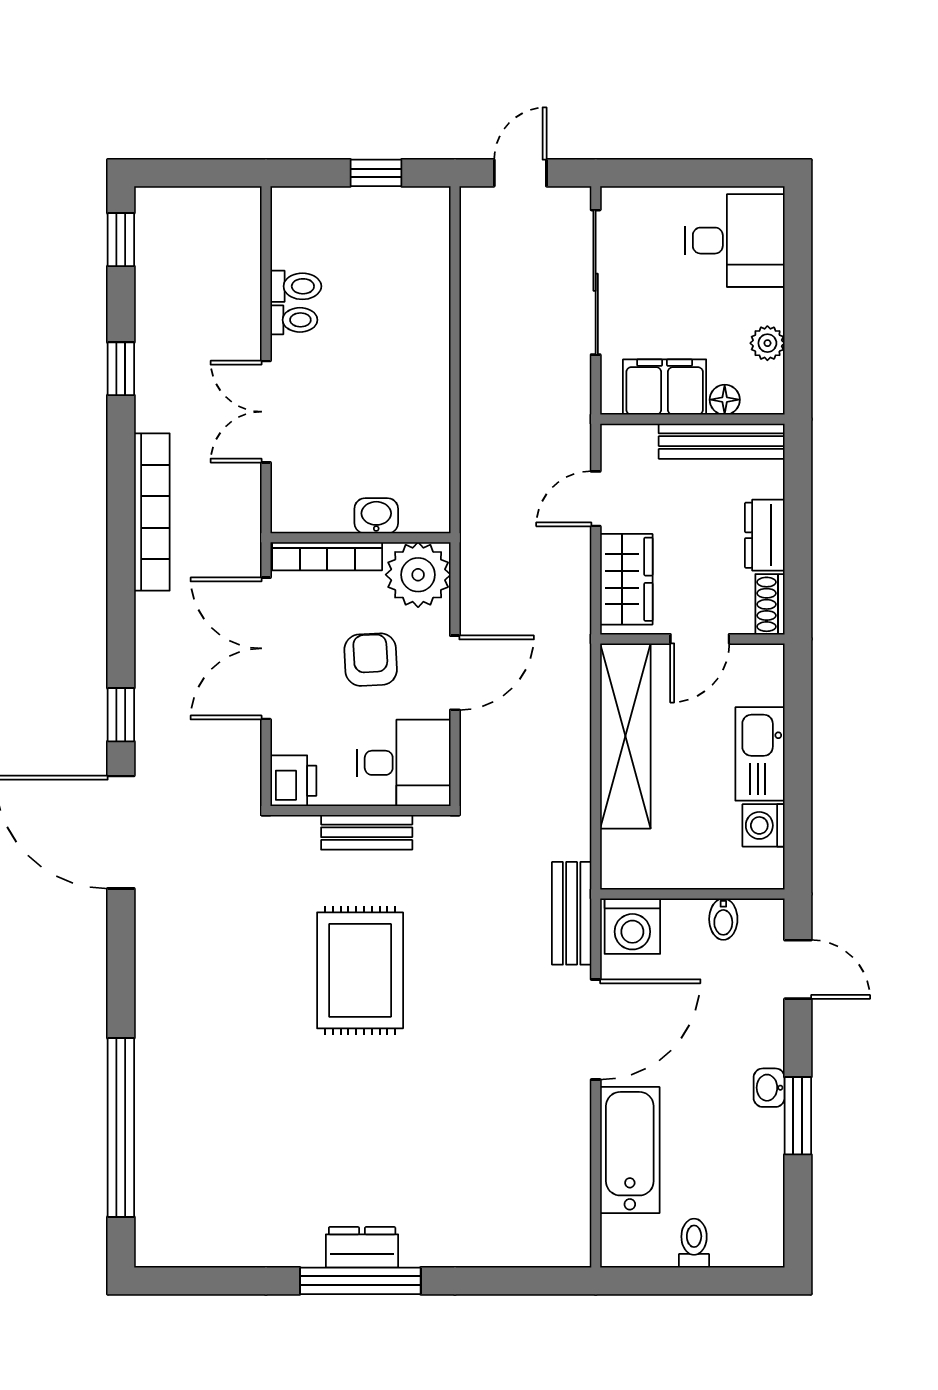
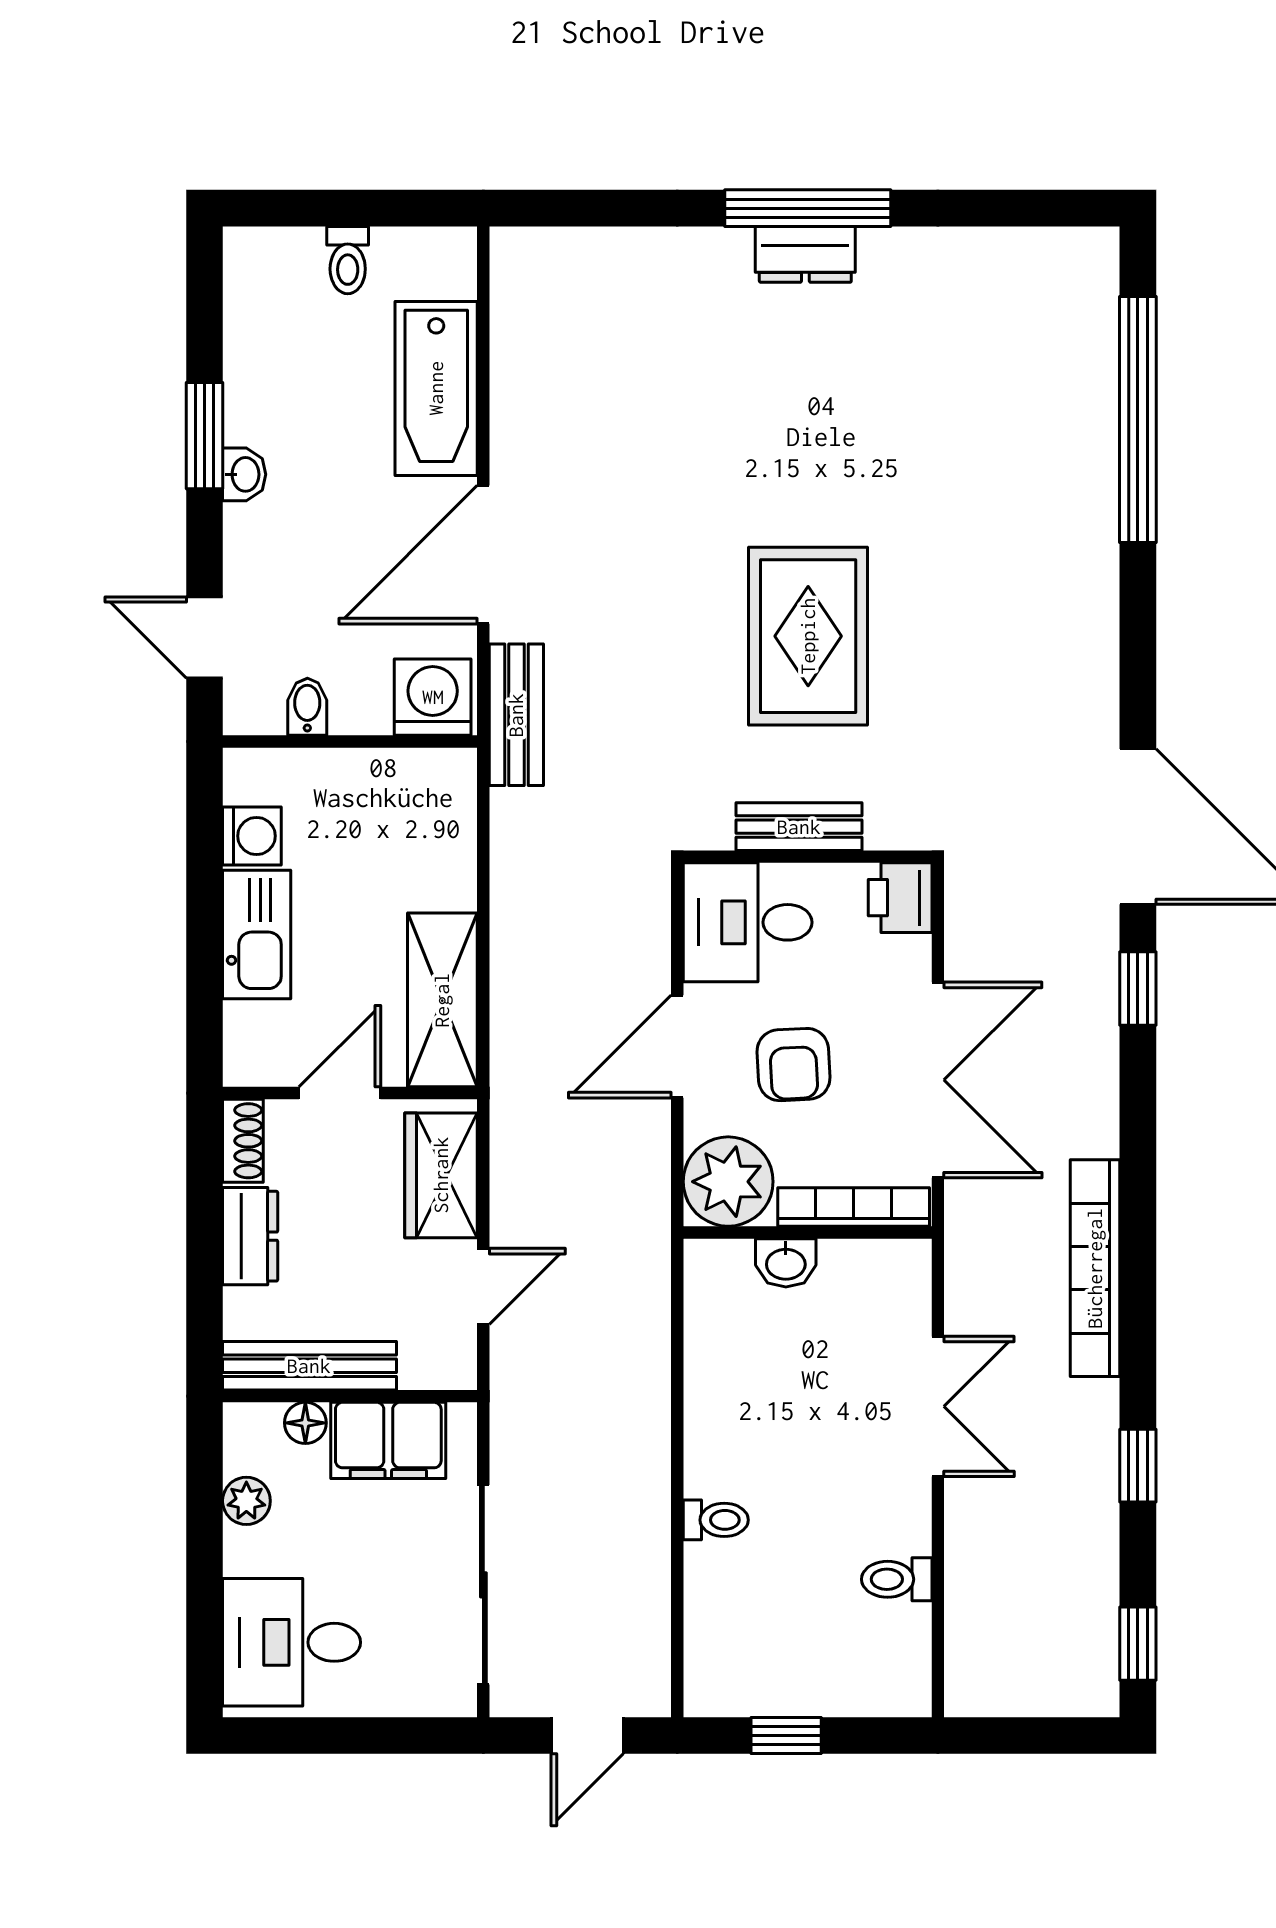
toilet: (294, 320) -> (716, 1520), moved, turned 180
shelving: (625, 736) -> (442, 1000), width x0.68

